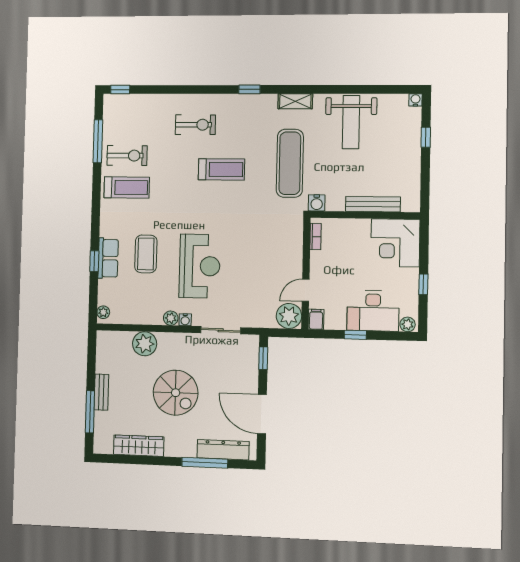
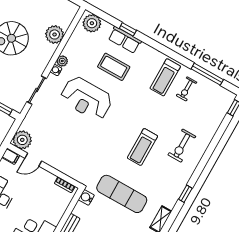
exercise bike: (127, 156) -> (187, 89), width x0.73, depth x0.72
door: (306, 290) -> (33, 160), swing flipped
plant: (103, 312) -> (92, 23), width x1.88, depth x1.88

